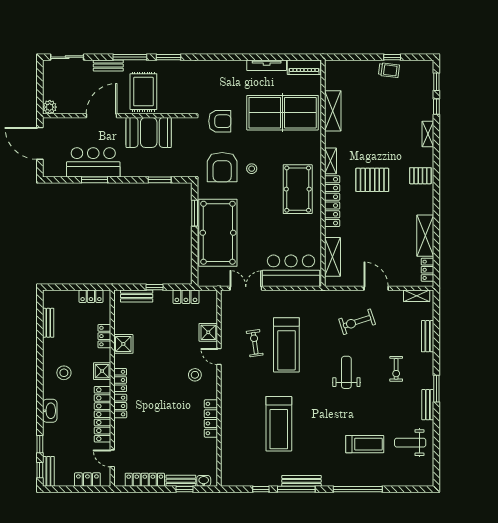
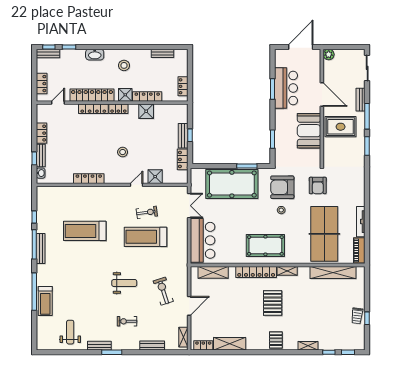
shelving: (333, 111) -> (333, 272), width x1.47
bench: (137, 296) -> (183, 136), moved
locker: (104, 336) -> (147, 97), width x1.53
stool: (195, 375) -> (123, 152), moved
locker: (120, 406) -> (93, 109), width x1.53
treadmill: (365, 444) -> (45, 301), moved
locker: (145, 480) -> (42, 133), width x0.66

